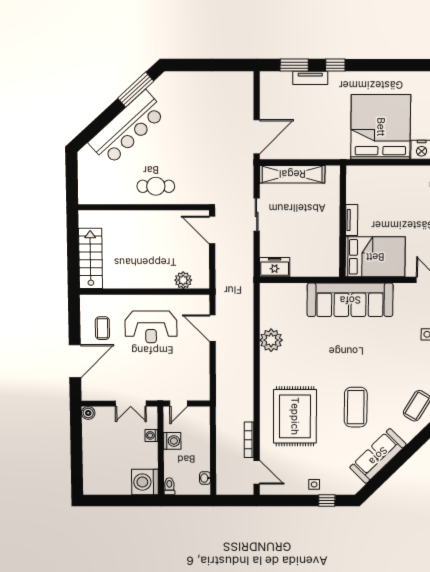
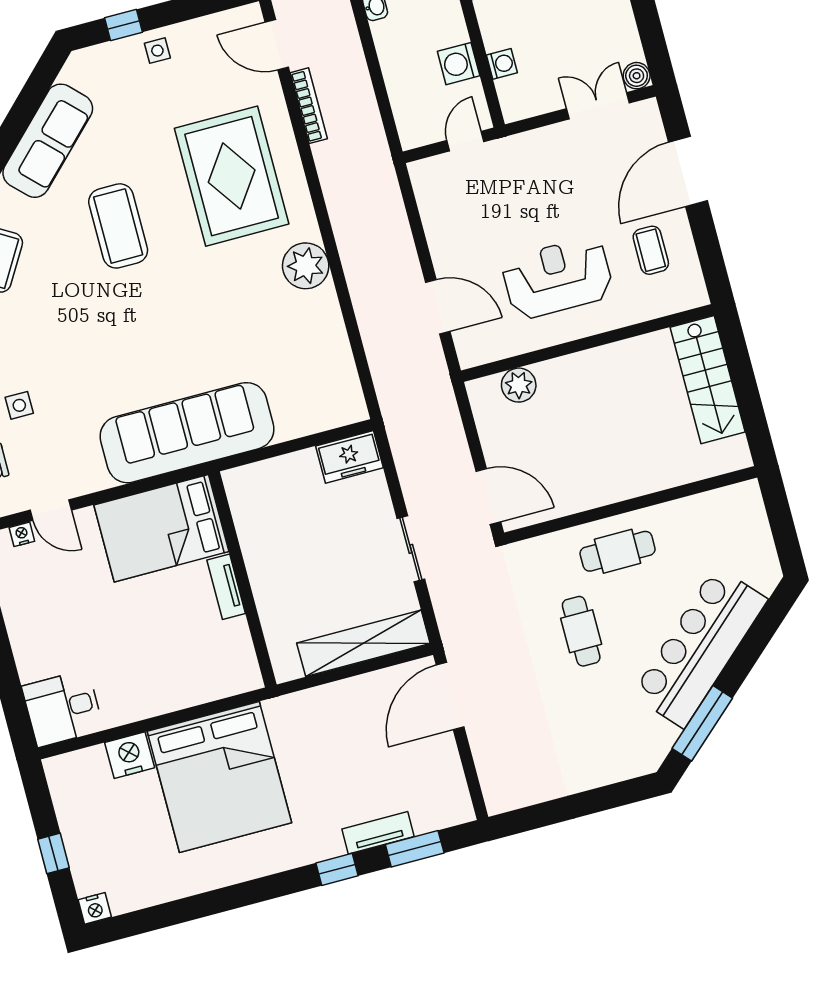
cafe table: (184, 152) -> (581, 631), added
plant: (271, 340) -> (306, 266), moved
double door: (131, 404) -> (598, 106), moved

